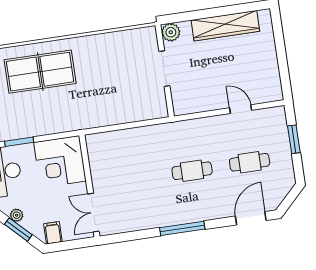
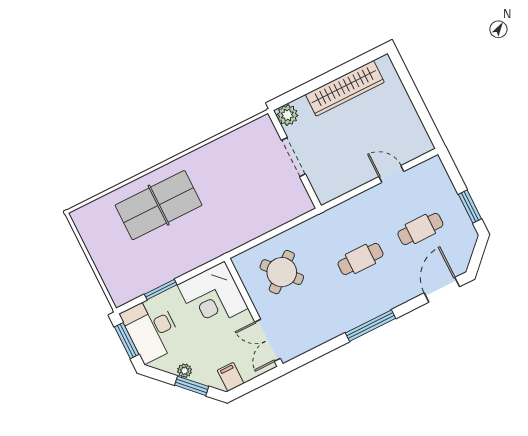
window: (294, 139) -> (470, 207), moved
round table: (124, 160) -> (282, 272), added

